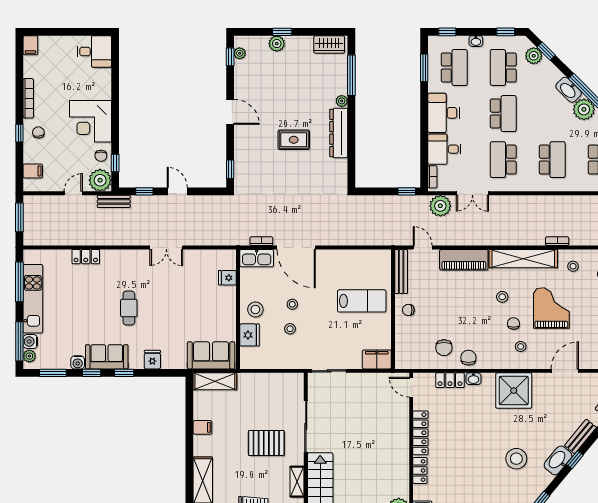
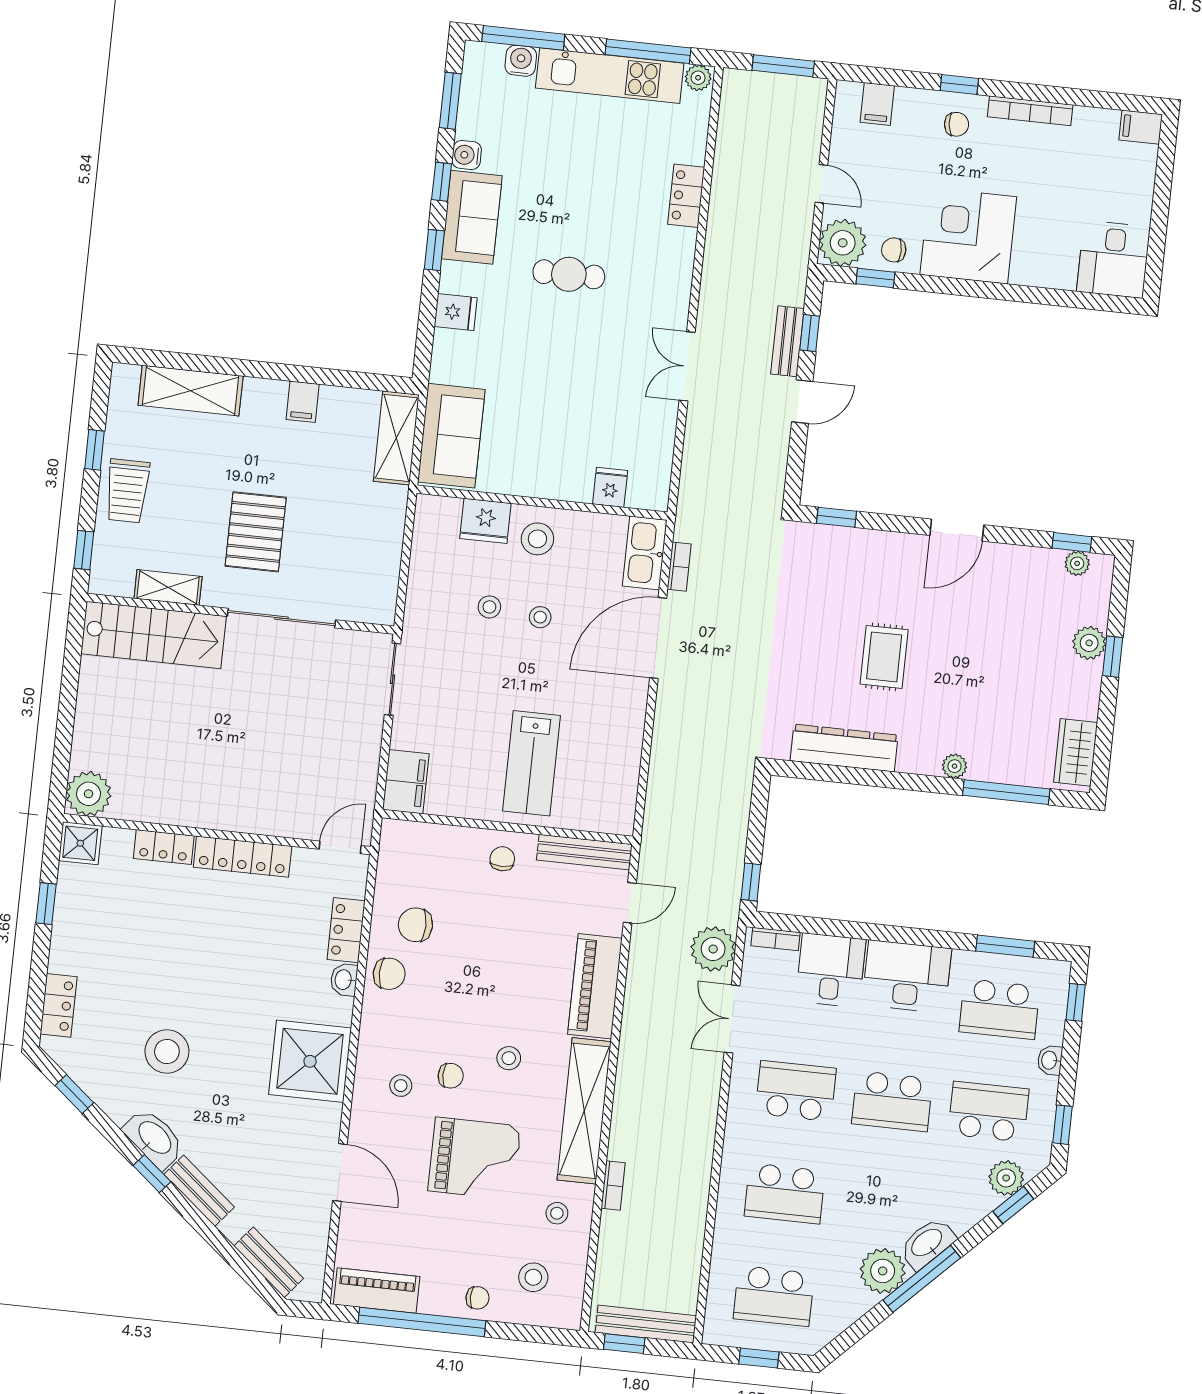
dresser: (339, 133) -> (844, 748), moved
bench: (114, 201) -> (787, 341), moved
plant: (29, 356) -> (698, 78), moved

